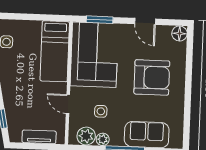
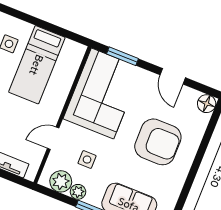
bed: (55, 51) -> (37, 65), moved
door: (68, 104) -> (53, 138), hinge flipped

